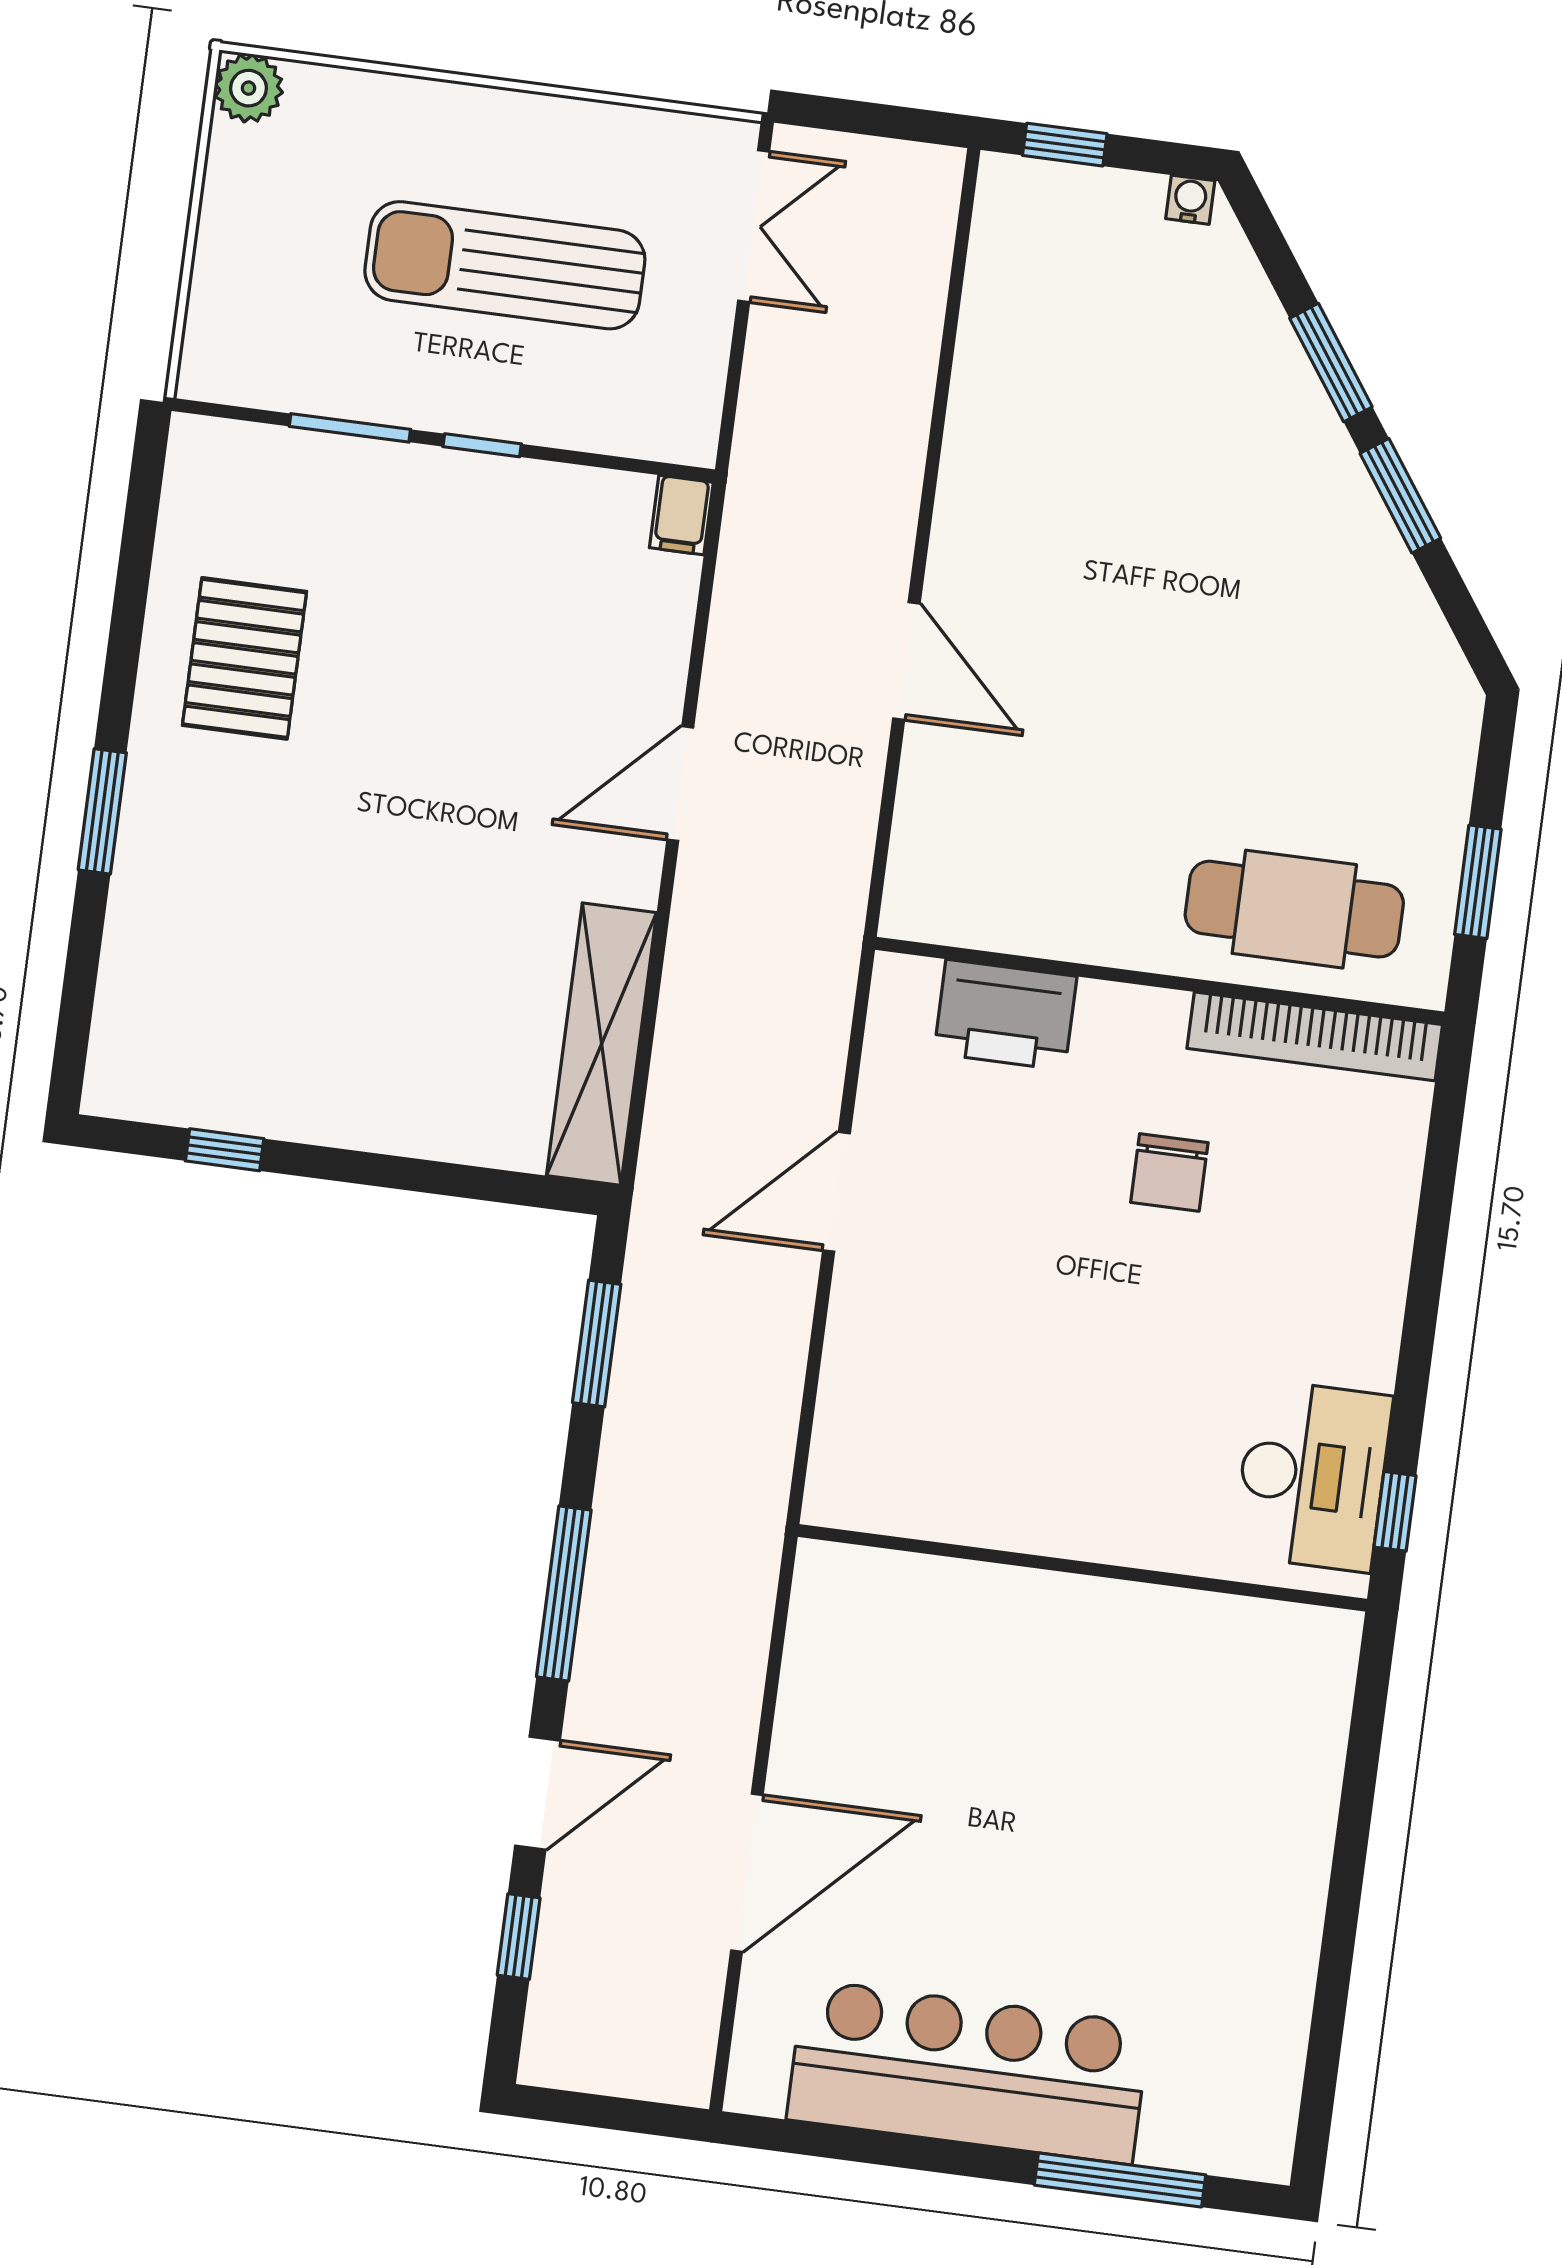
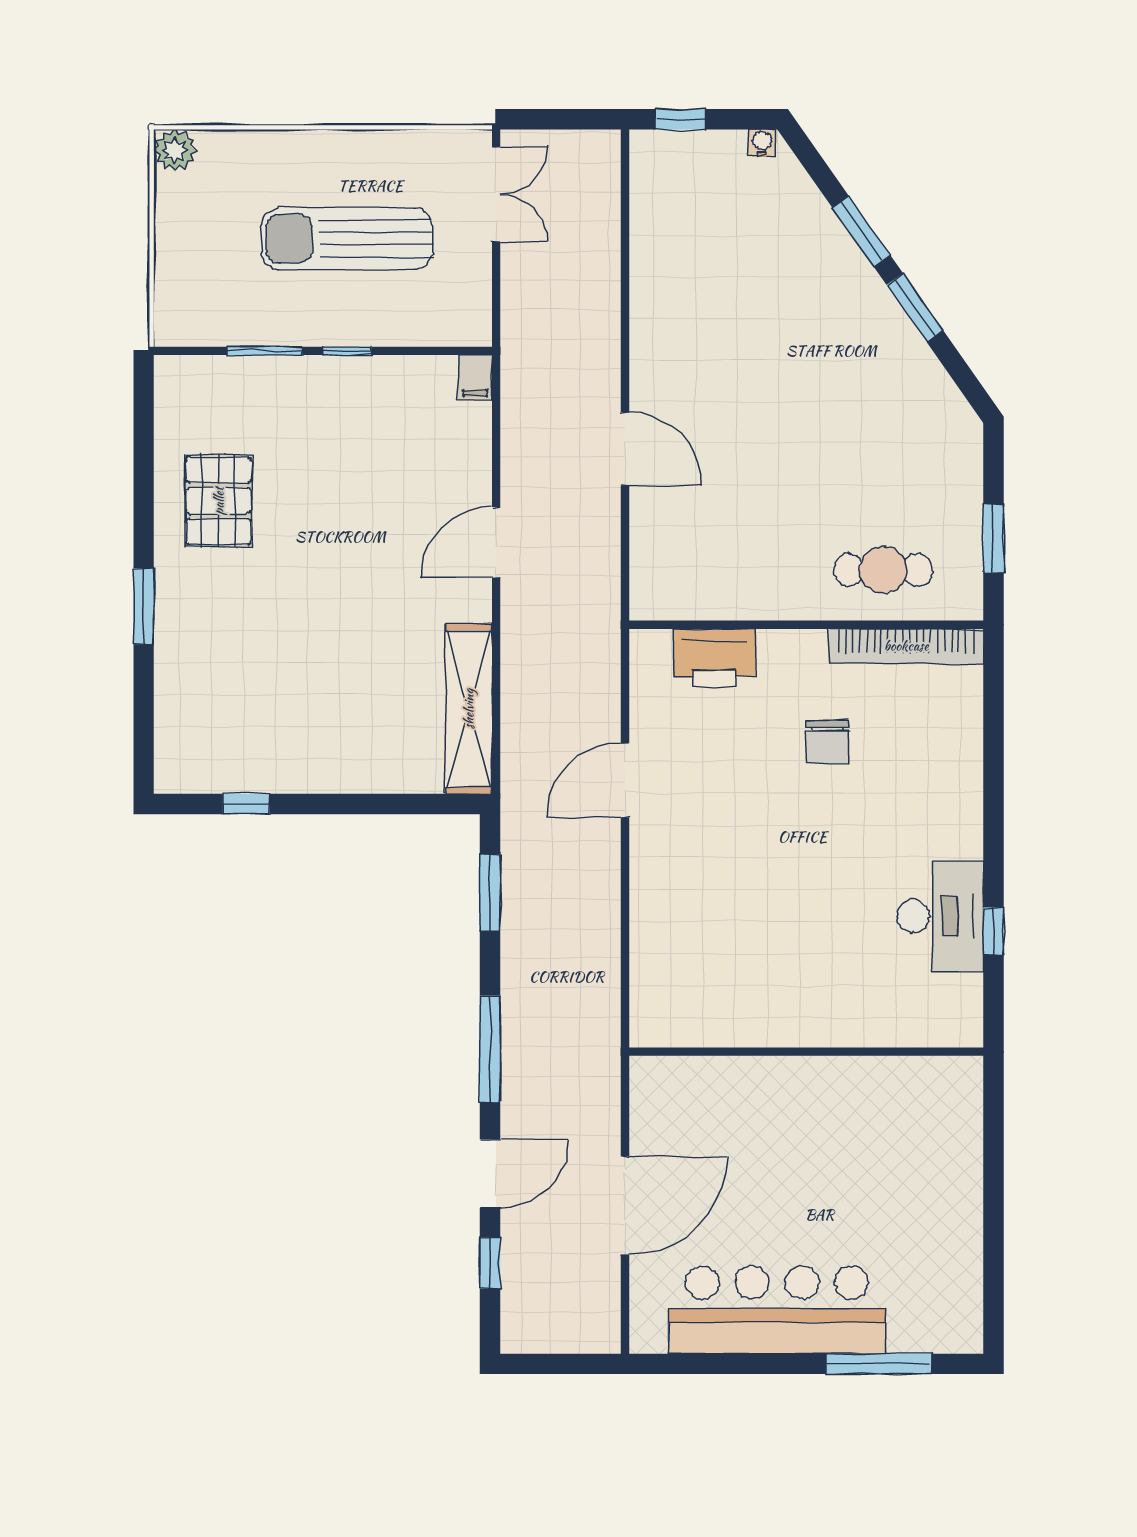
cafe table: (1294, 909) -> (883, 570), width x0.73, depth x0.74
wall: (1082, 1568) -> (806, 1052), moved

